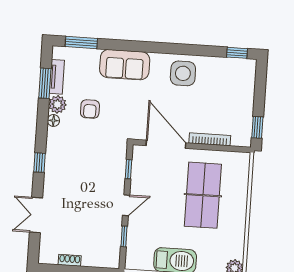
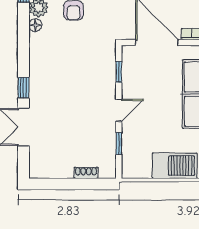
window: (40, 163) -> (24, 88), moved
shoe rack: (70, 260) -> (86, 173), moved

